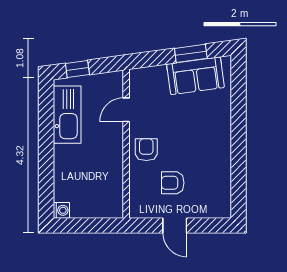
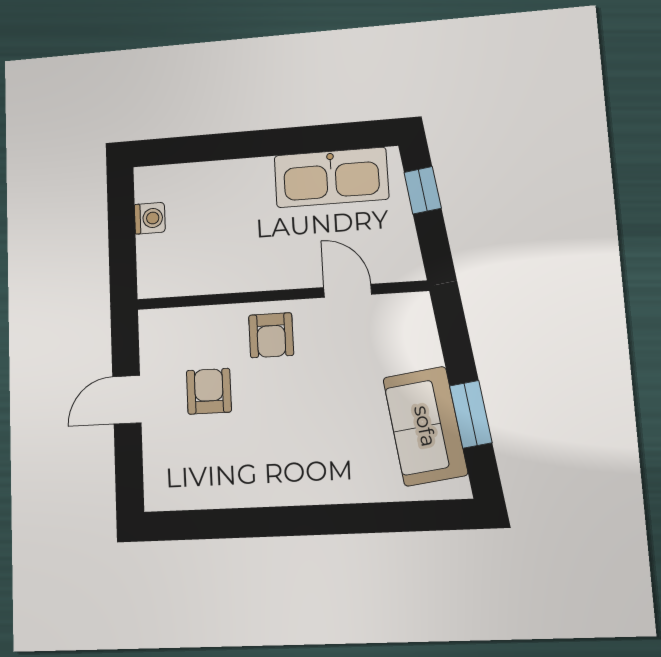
armchair: (146, 150) -> (271, 335), turned 90
washing machine: (61, 210) -> (150, 218), moved, turned -90

